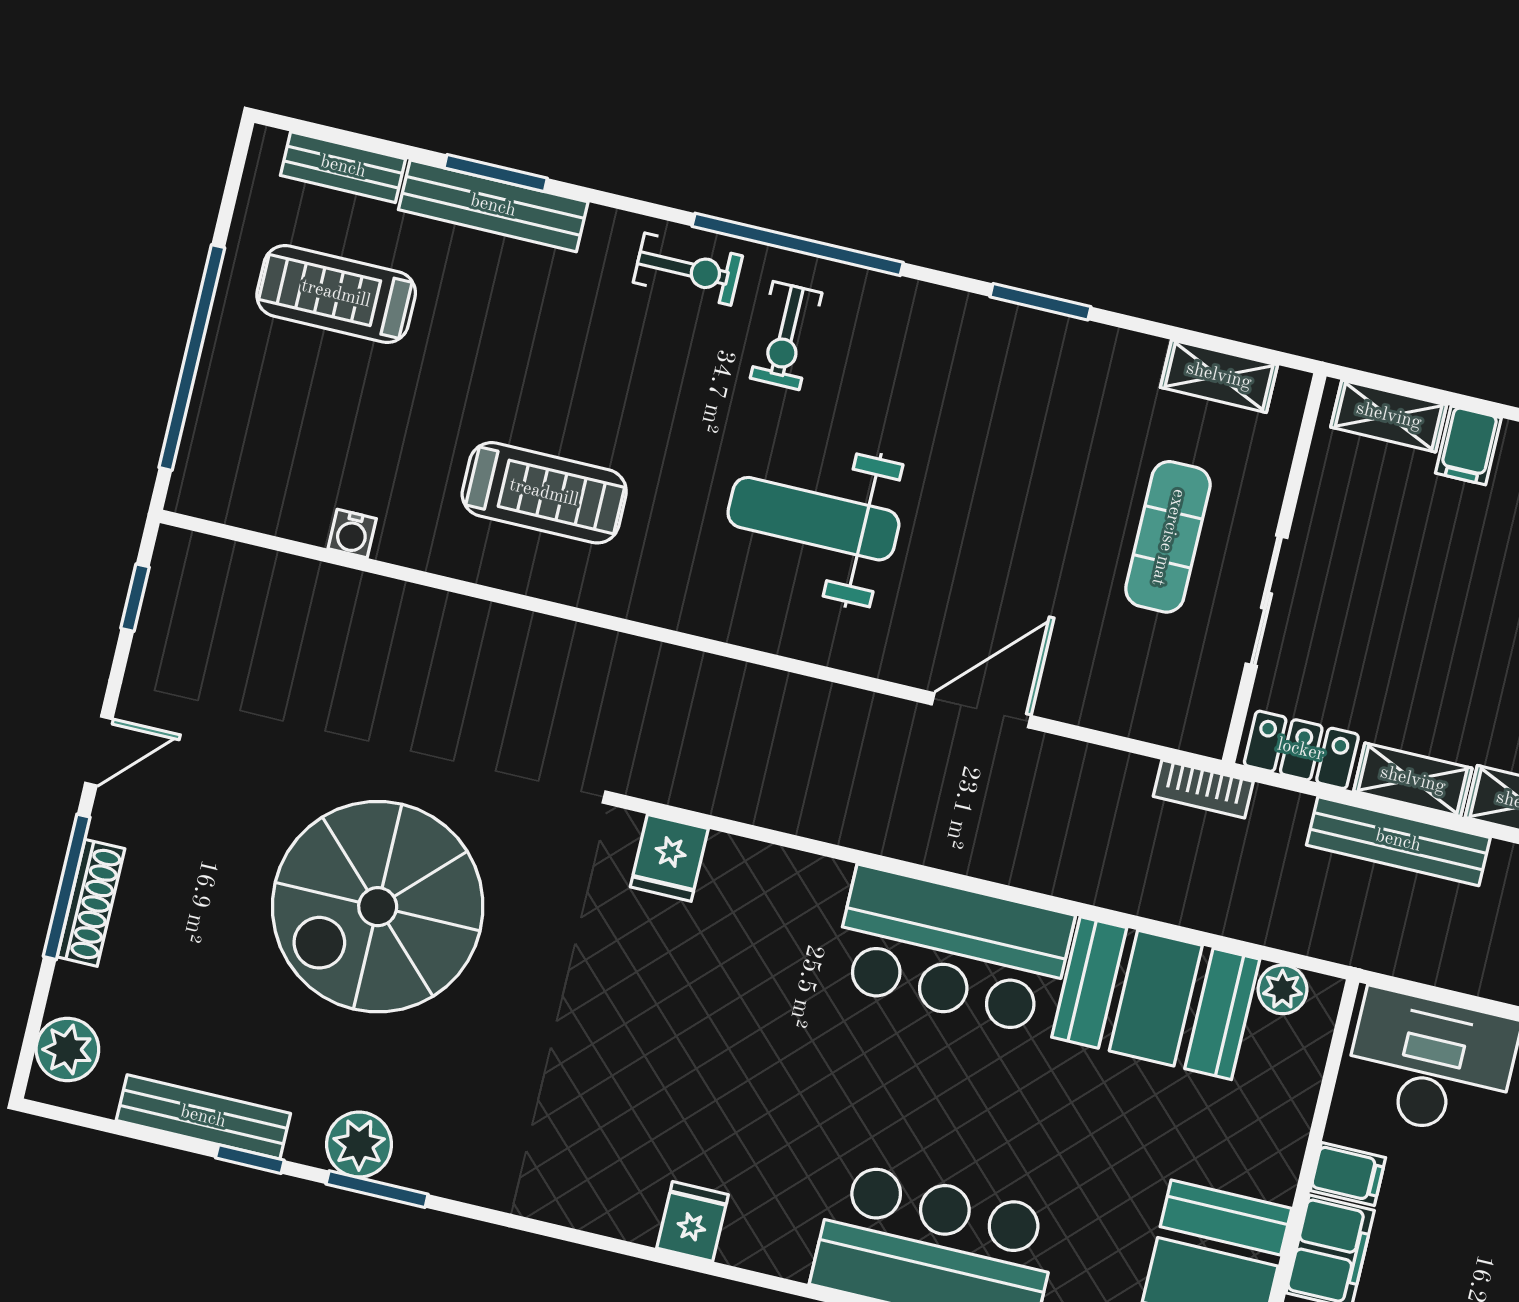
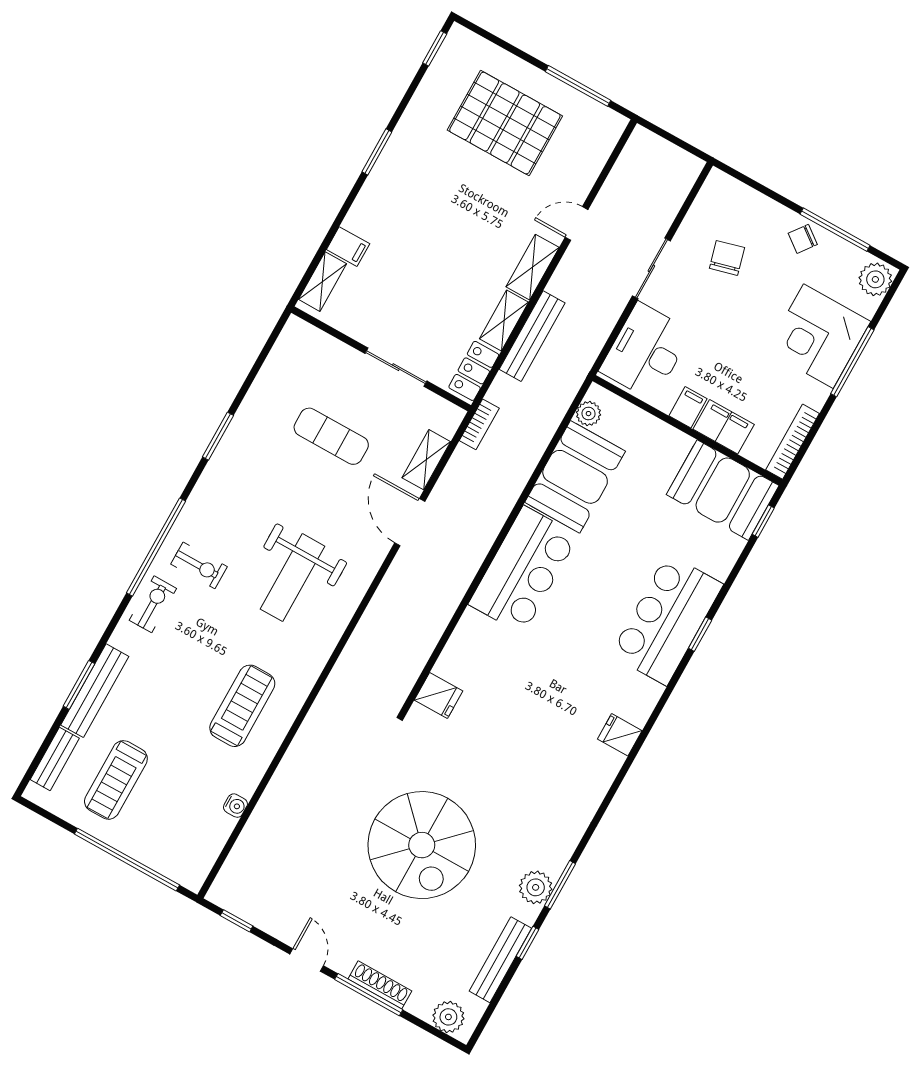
shelving: (1219, 376) -> (426, 460), moved
exercise mat: (1168, 537) -> (331, 436), moved

